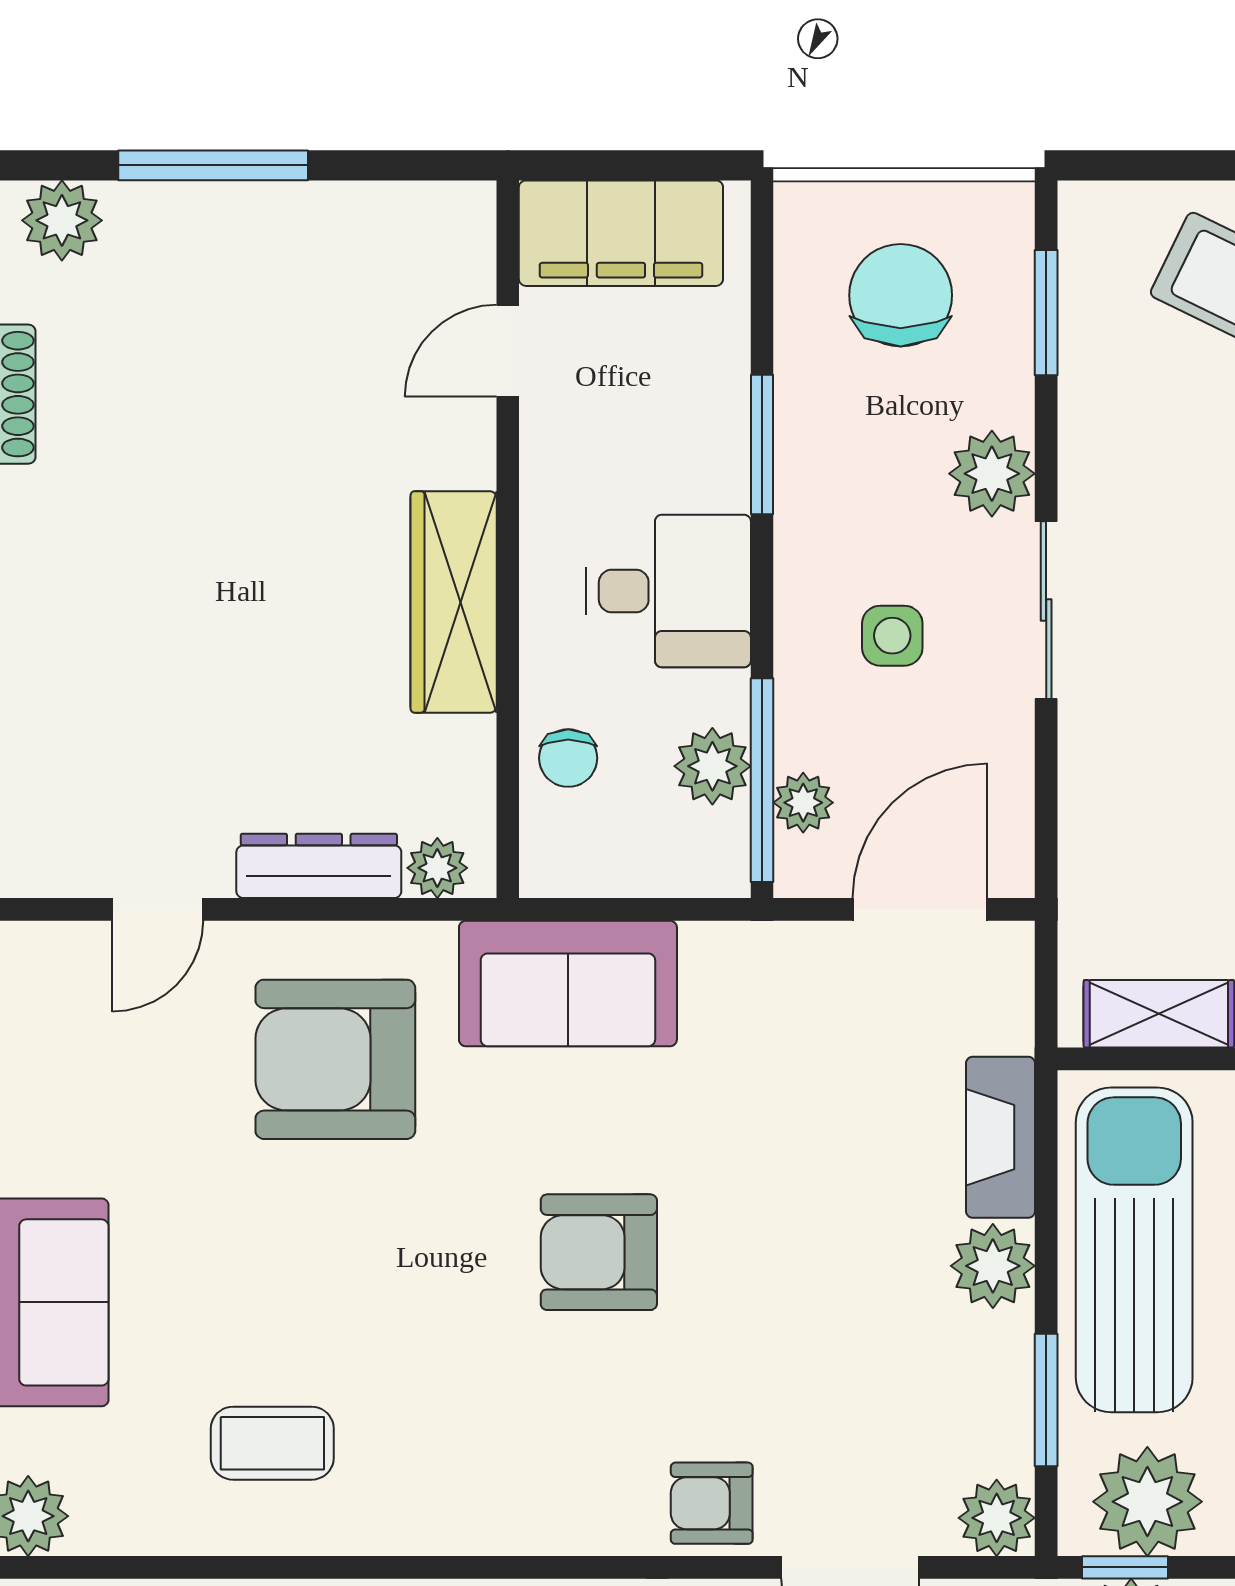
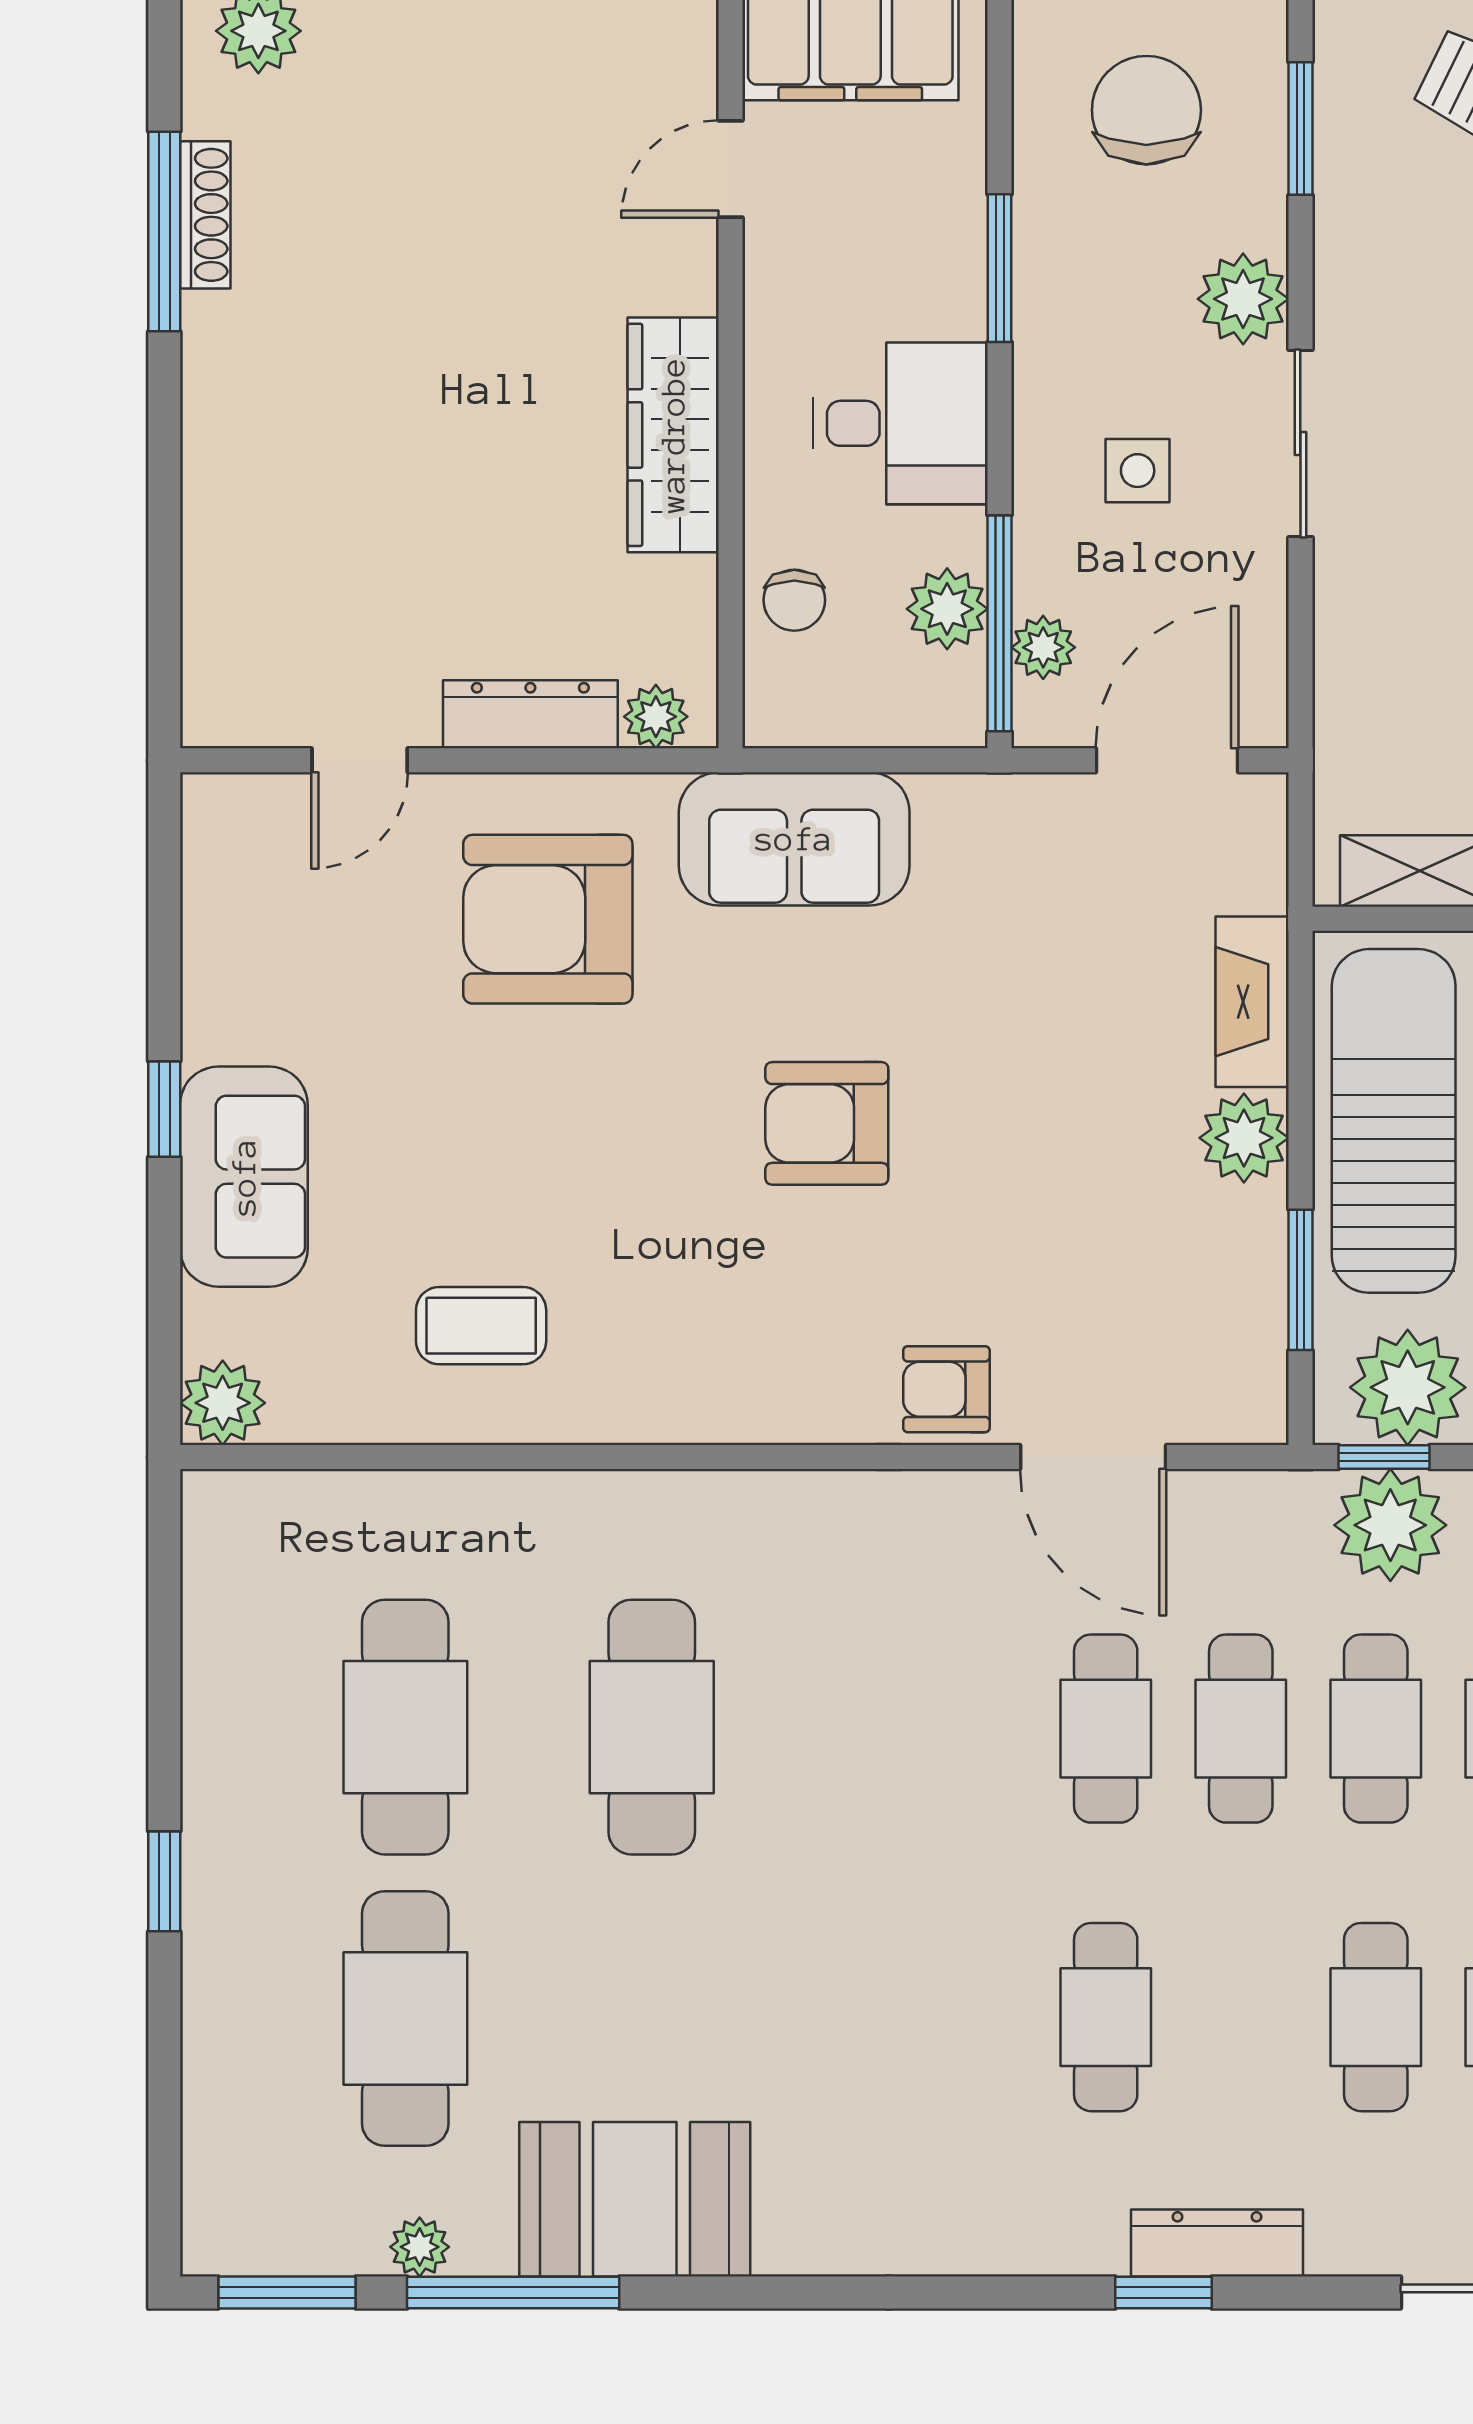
plant: (997, 1518) -> (1248, 1405), removed

